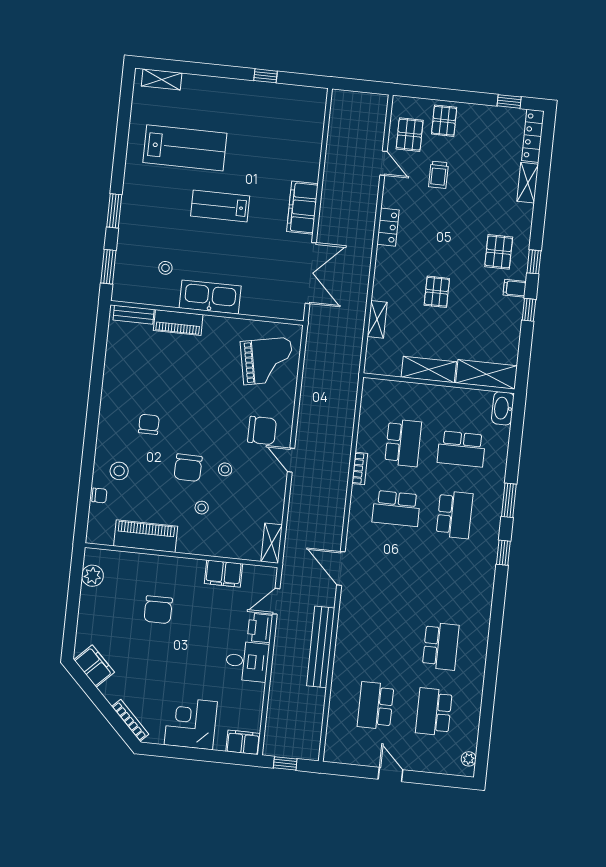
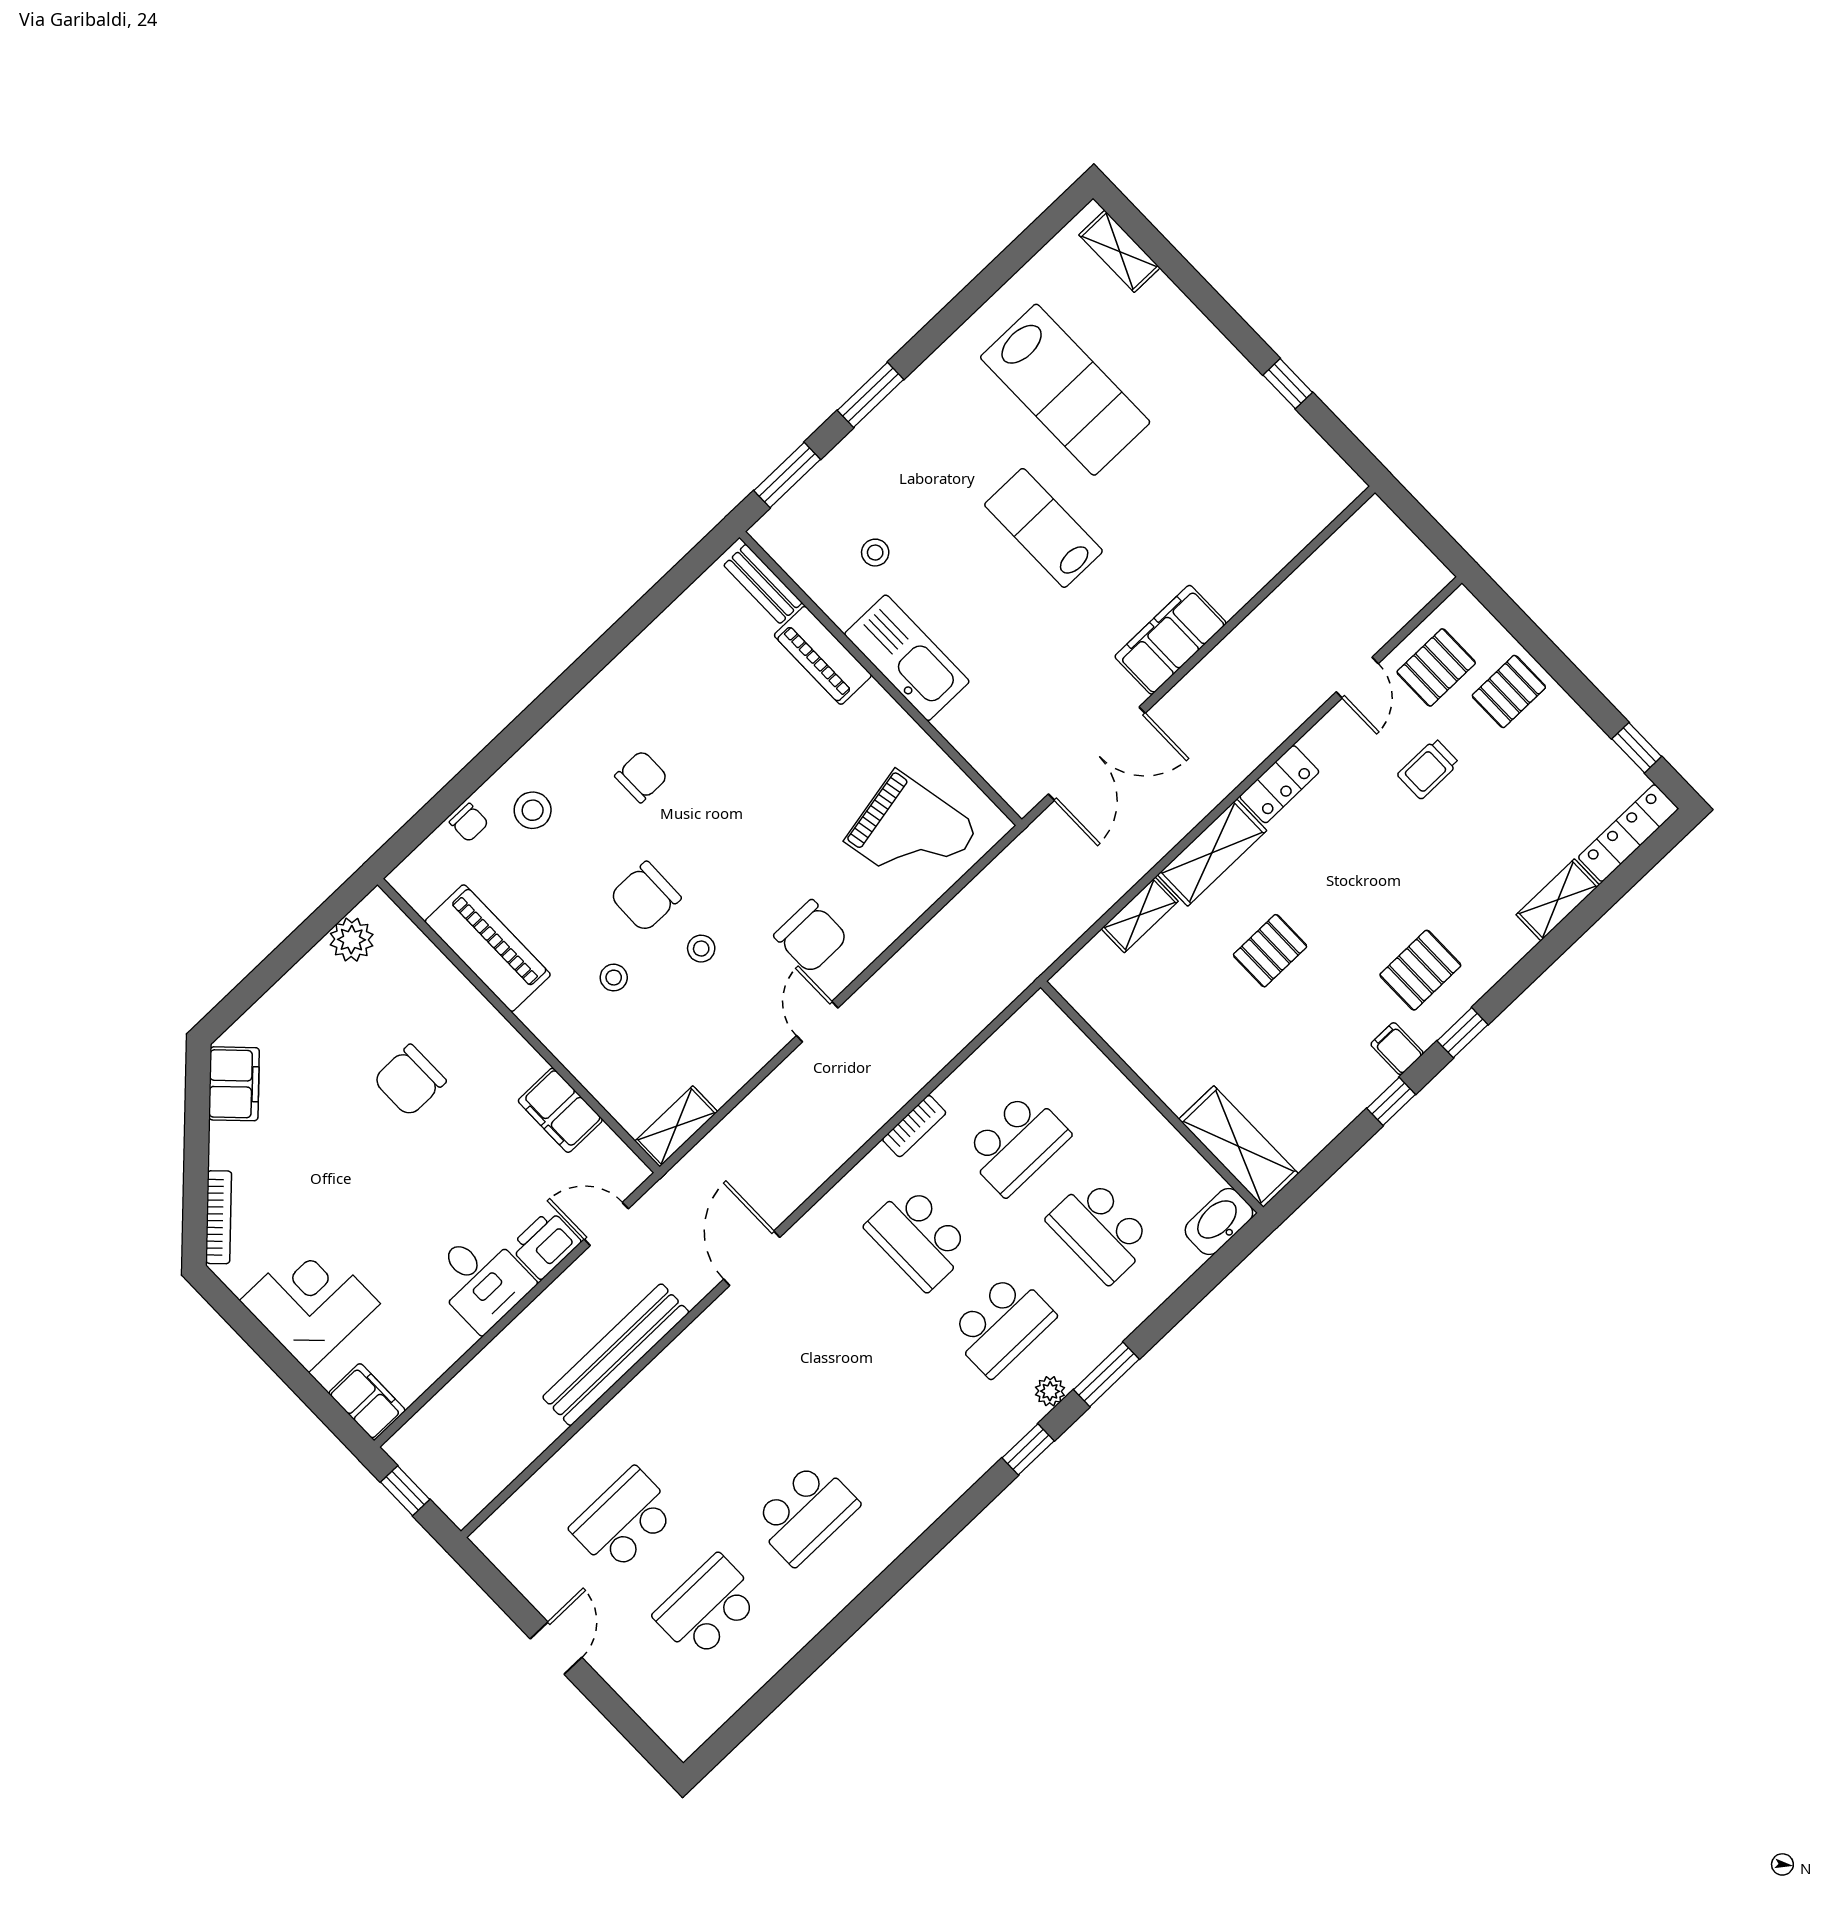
shelving: (429, 369) -> (1212, 853), moved, turned 90
plant: (469, 759) -> (1050, 1391), moved

